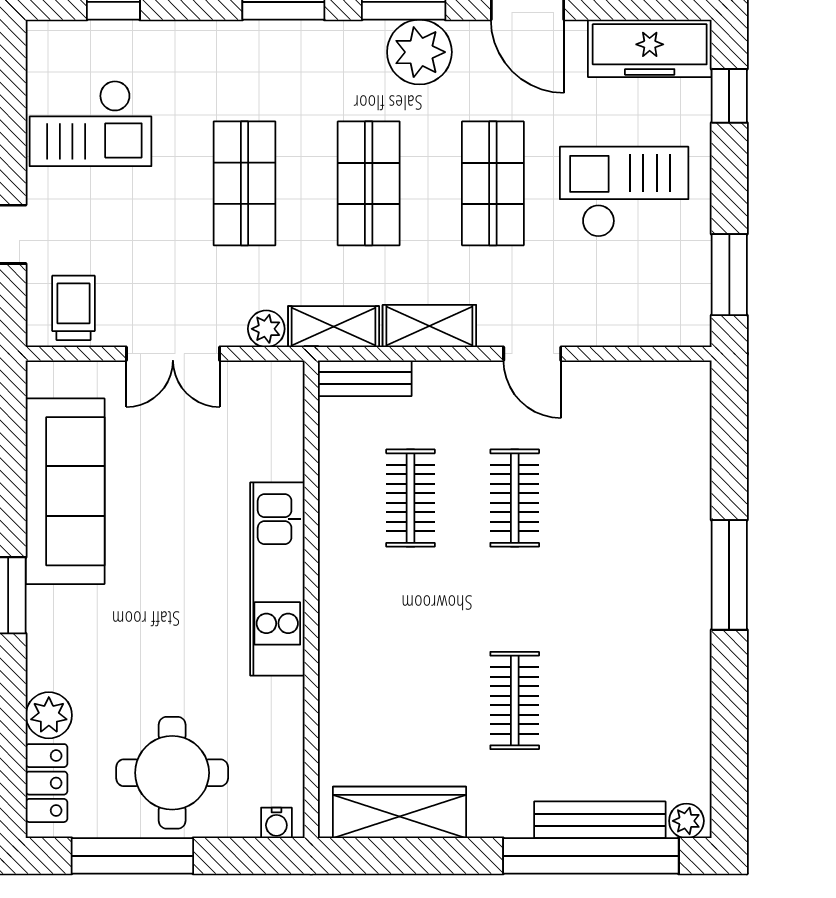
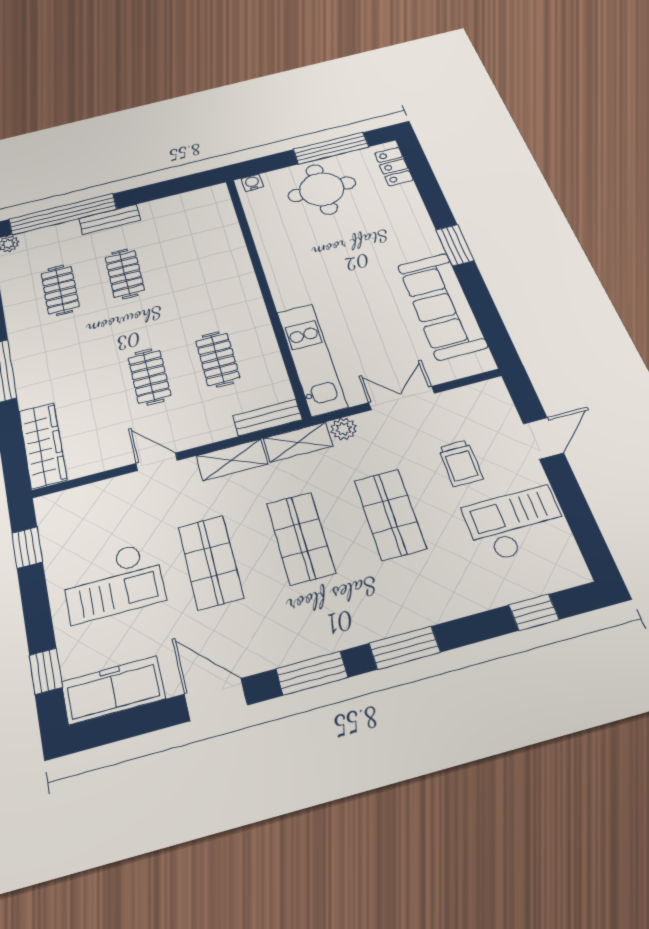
plant: (419, 52) -> (289, 639), removed
window: (729, 275) -> (27, 547), width x0.67
trolley: (73, 308) -> (460, 463), moved
kitchen unit: (277, 579) -> (312, 359), moved
clothes rail: (619, 700) -> (60, 290), added
plant: (49, 715) -> (405, 196), removed
wardrobe: (400, 812) -> (43, 445), moved, turned -90
bench: (600, 820) -> (110, 219), moved, width x0.73

